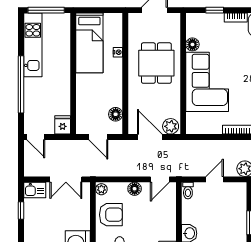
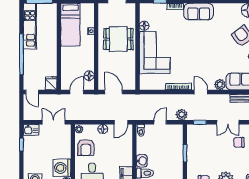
dining table: (156, 63) -> (118, 39), turned 90
plant: (171, 126) -> (129, 84), removed
door: (98, 137) -> (77, 92), swing flipped
double door: (66, 179) -> (54, 122), swing flipped
armchair: (111, 215) -> (86, 148), turned 90

